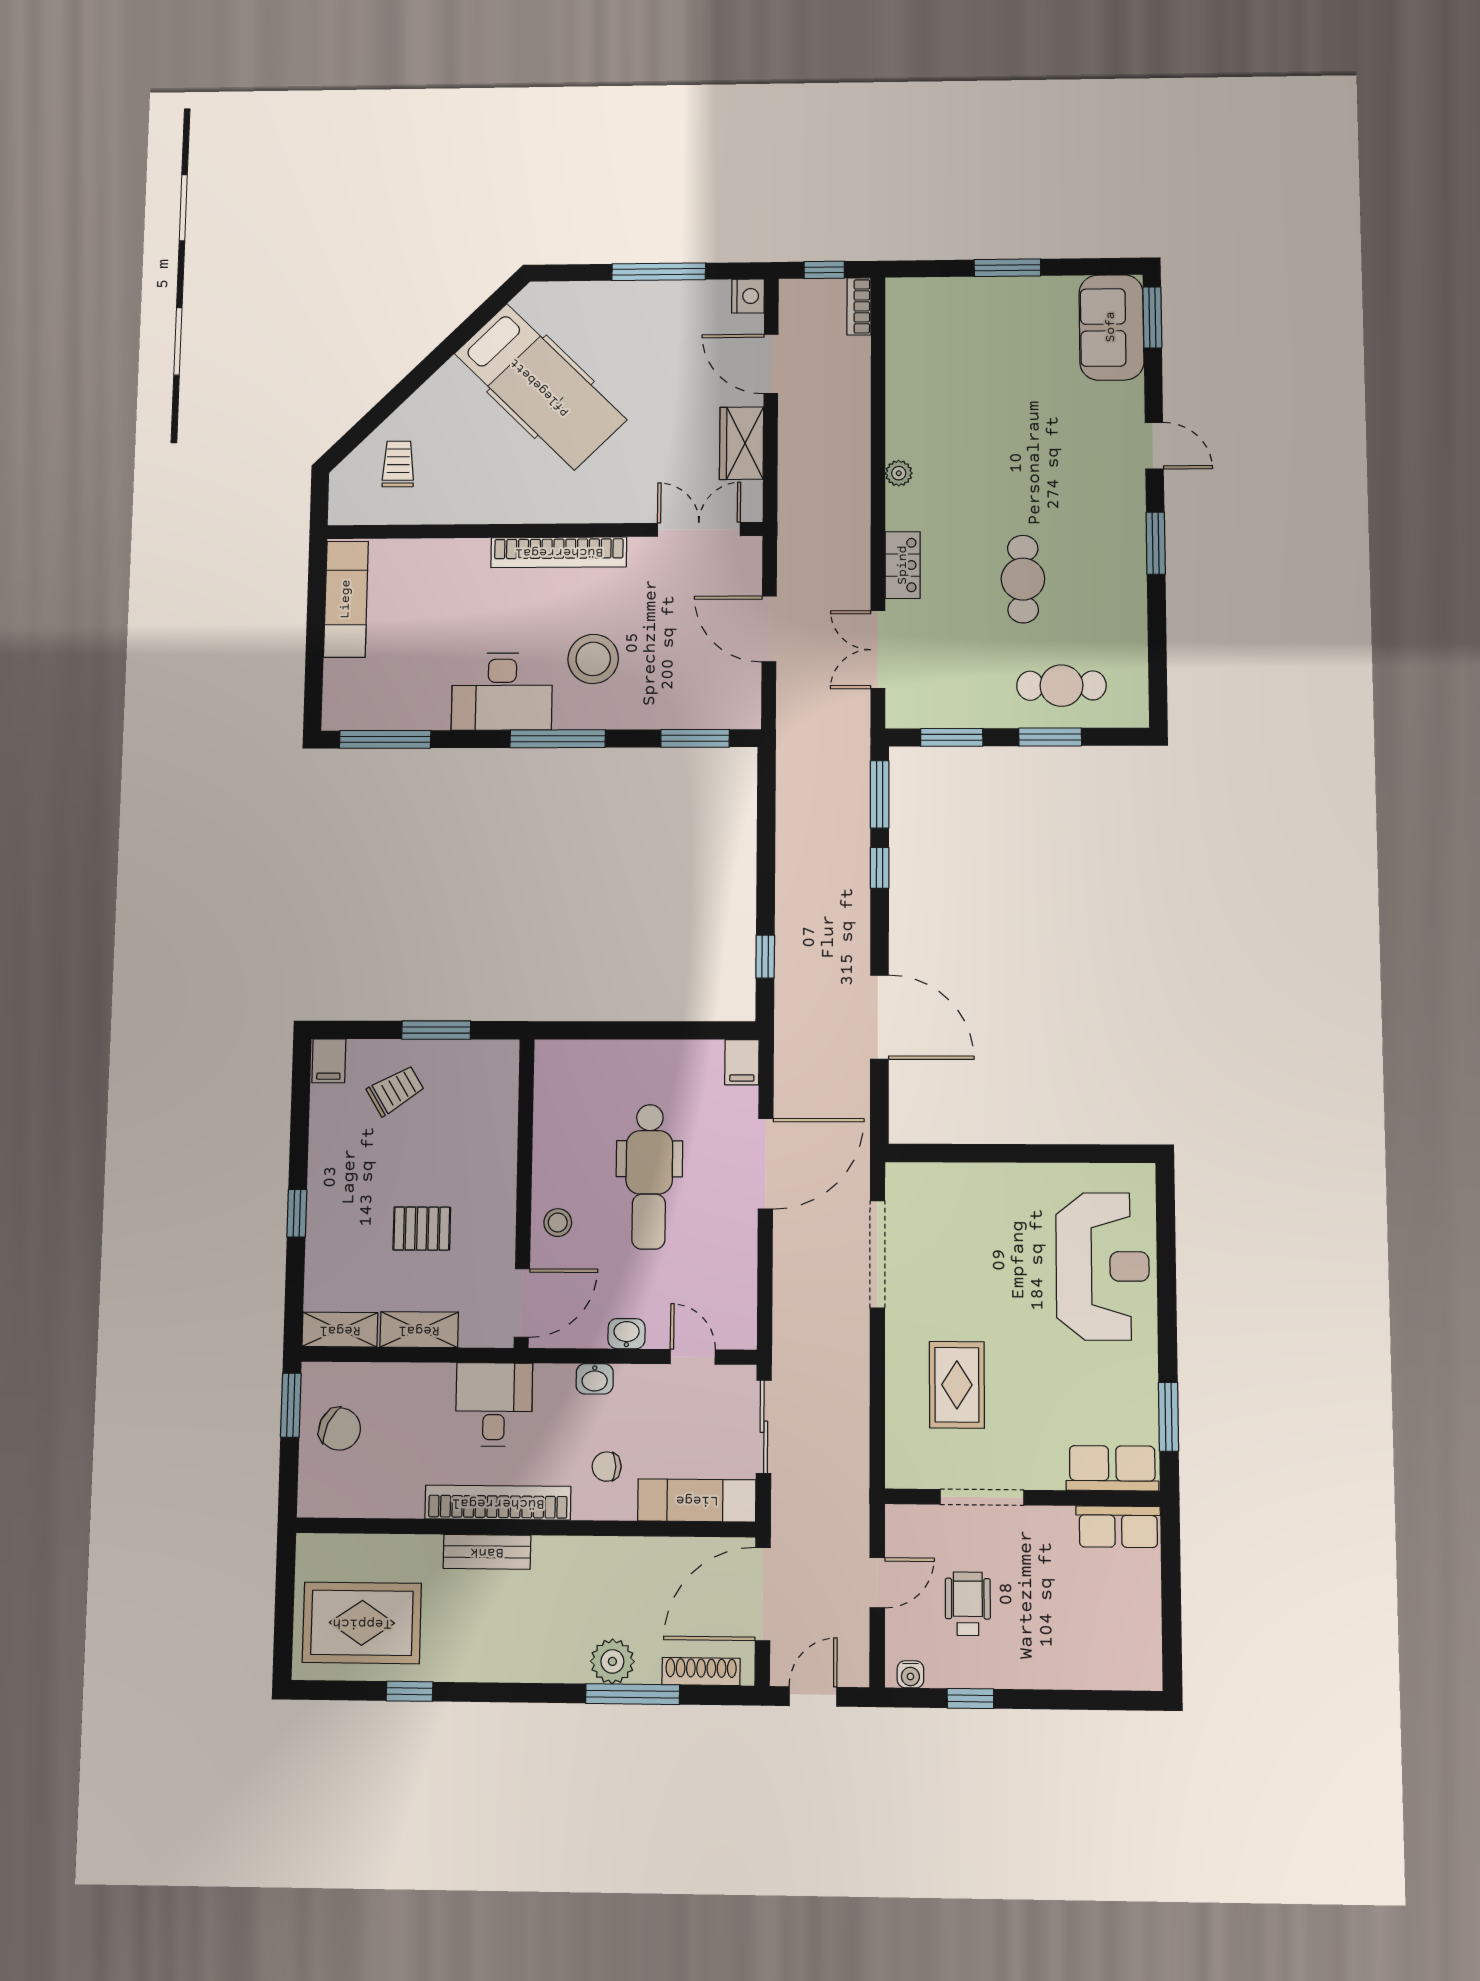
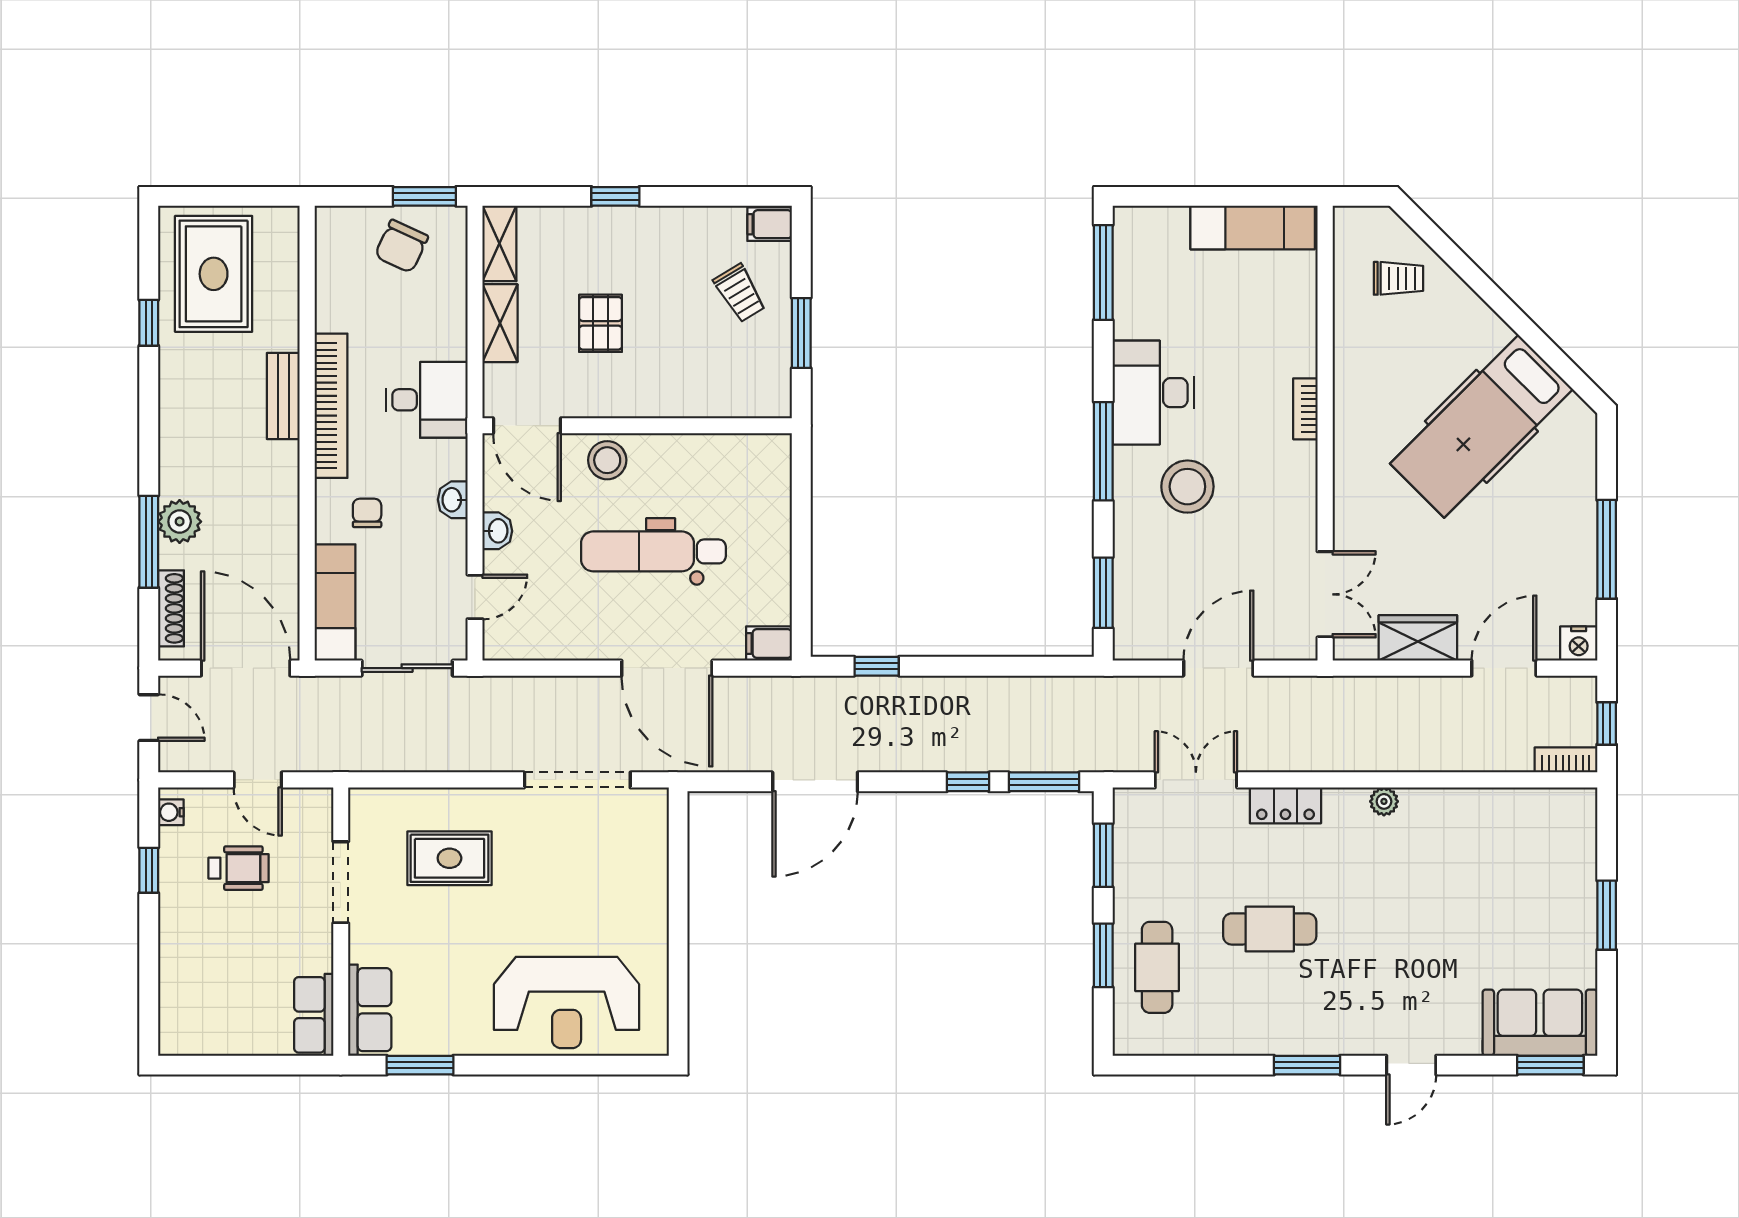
bookcase: (559, 552) -> (1305, 409), width x0.43, depth x0.76
stool: (558, 1223) -> (607, 460), width x1.37, depth x1.37

